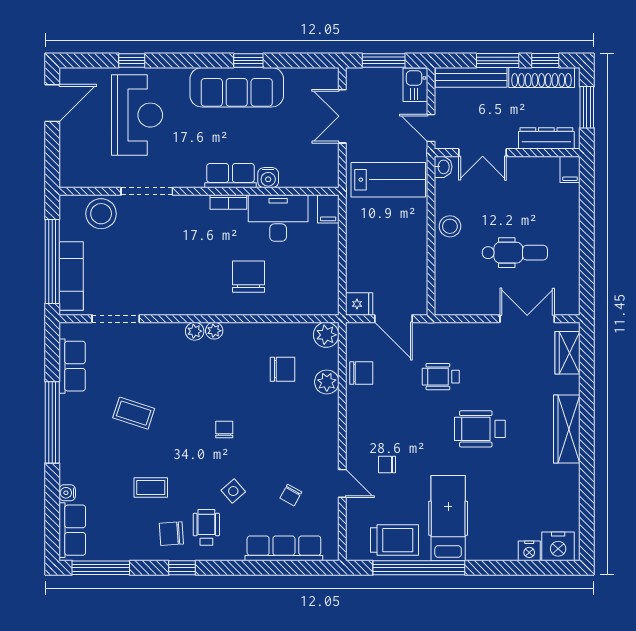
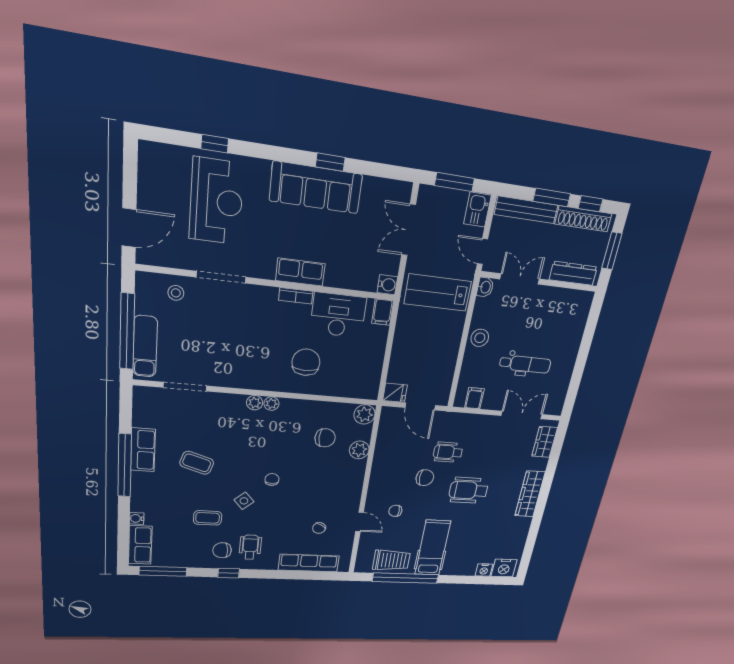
door: (52, 103) -> (129, 228), moved
double door: (483, 153) -> (520, 279), swing flipped
filing cabinet: (570, 169) -> (474, 398), moved, turned 180
water cooler: (268, 178) -> (387, 285), moved, turned -90
lab bench: (388, 180) -> (438, 293), turned 180
stool: (101, 214) -> (176, 293), width x0.53, depth x0.53
row of seats: (72, 366) -> (143, 450), moved
chair: (361, 373) -> (425, 478), moved
side table: (233, 491) -> (244, 501), moved

